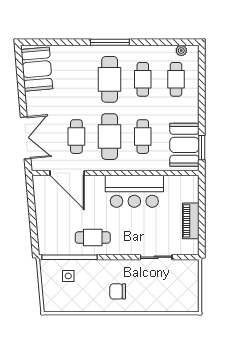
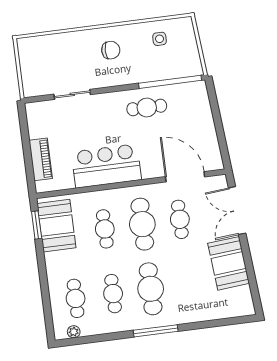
booth: (37, 69) -> (229, 263), moved
piano: (191, 221) -> (41, 159), moved
side table: (68, 276) -> (160, 39), moved

